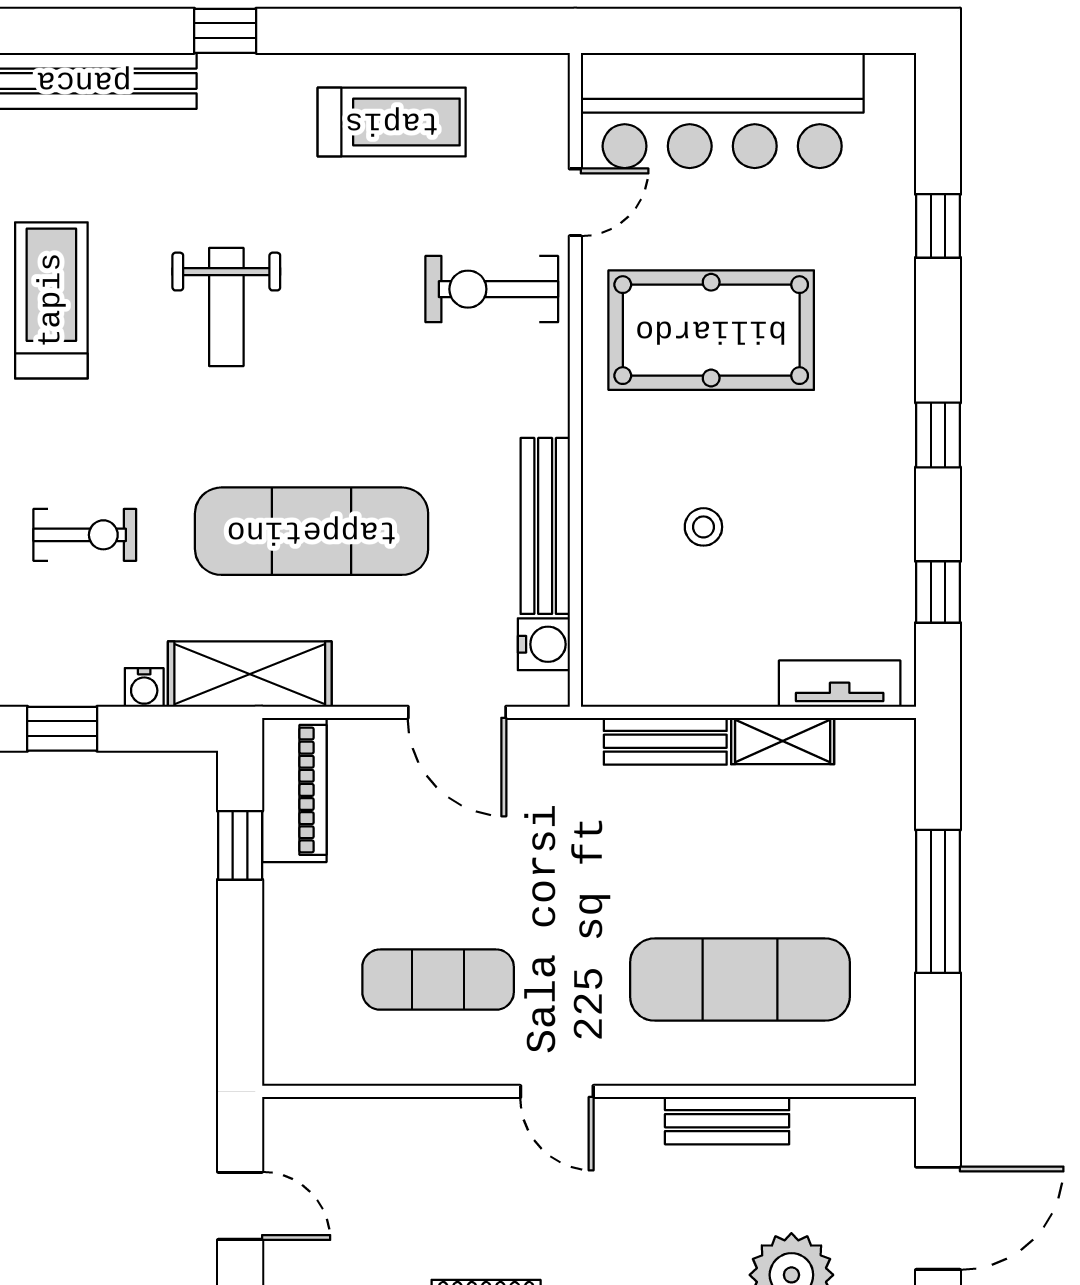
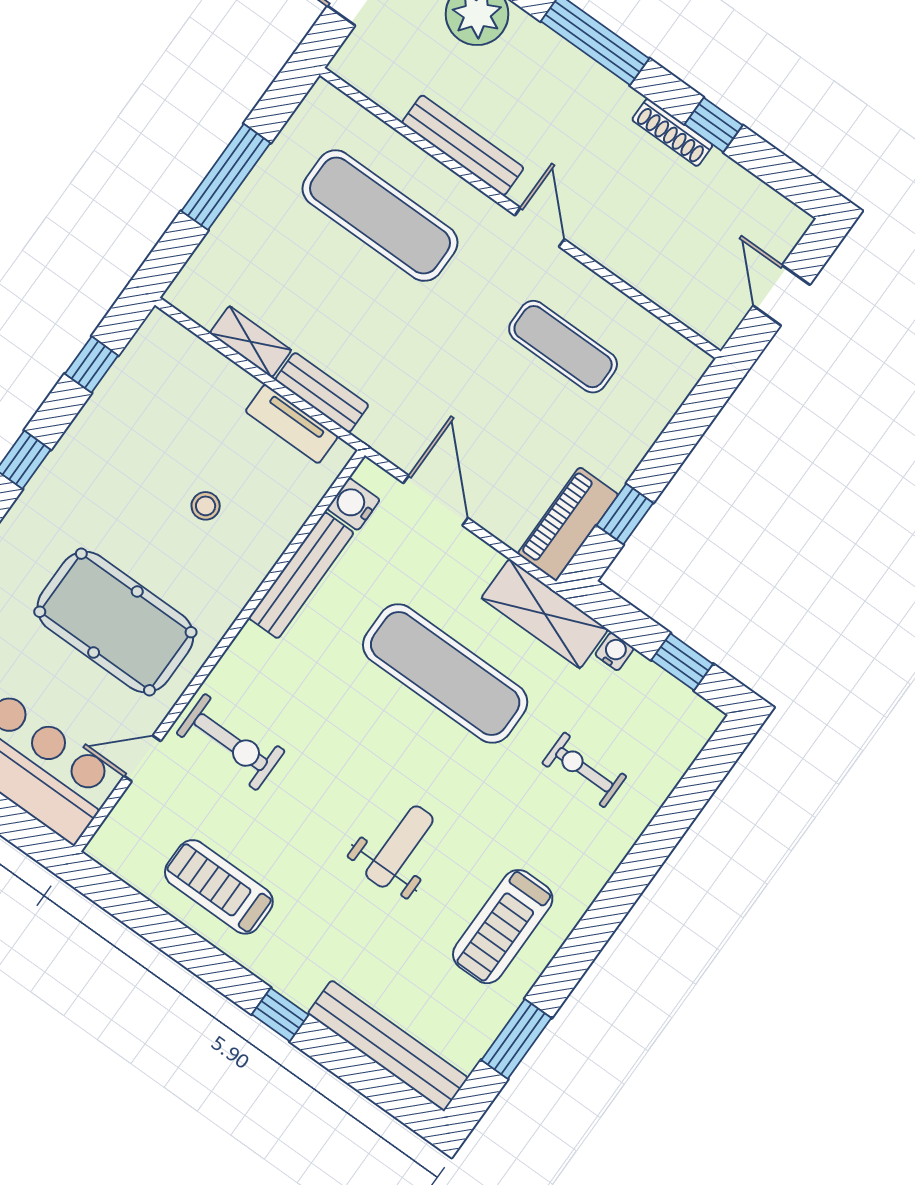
tv unit: (840, 684) -> (292, 424), moved
bench: (727, 1121) -> (463, 145), width x1.36

